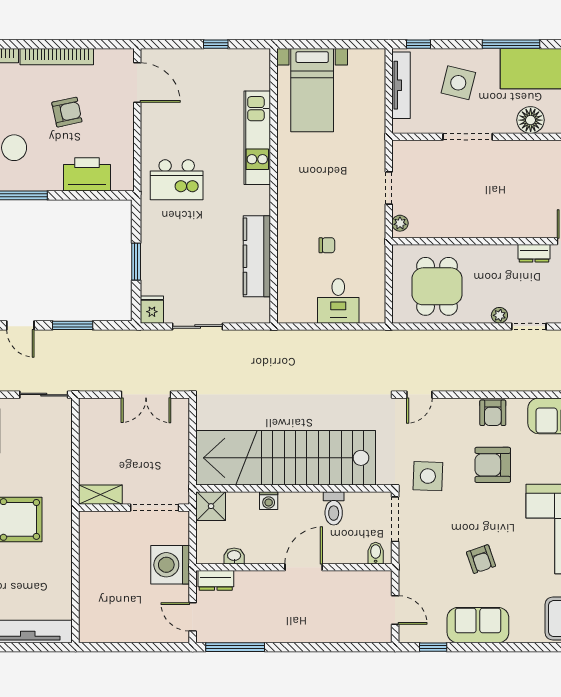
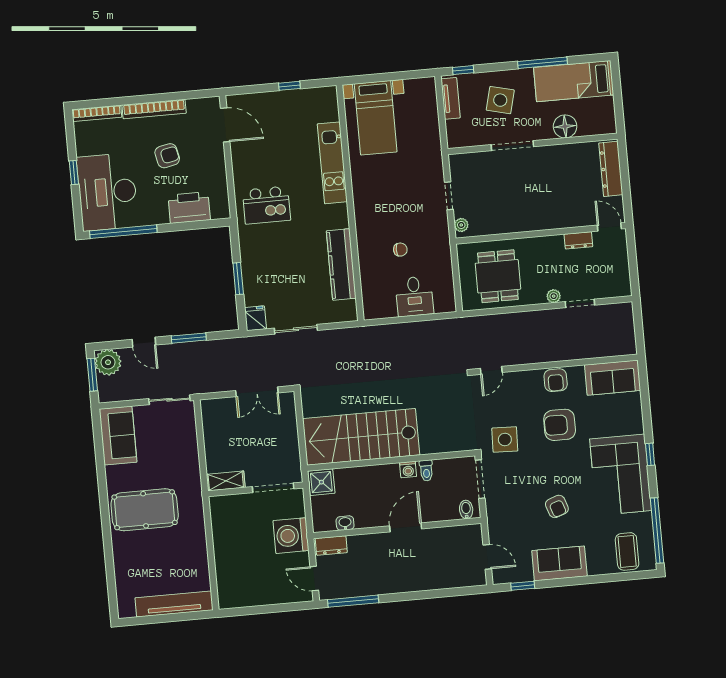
tv unit: (401, 85) -> (451, 98), width x0.71
stairs: (286, 458) -> (361, 437), width x0.73
washing machine: (269, 501) -> (408, 470), moved
toilet: (334, 508) -> (426, 471), width x0.73, depth x0.72

